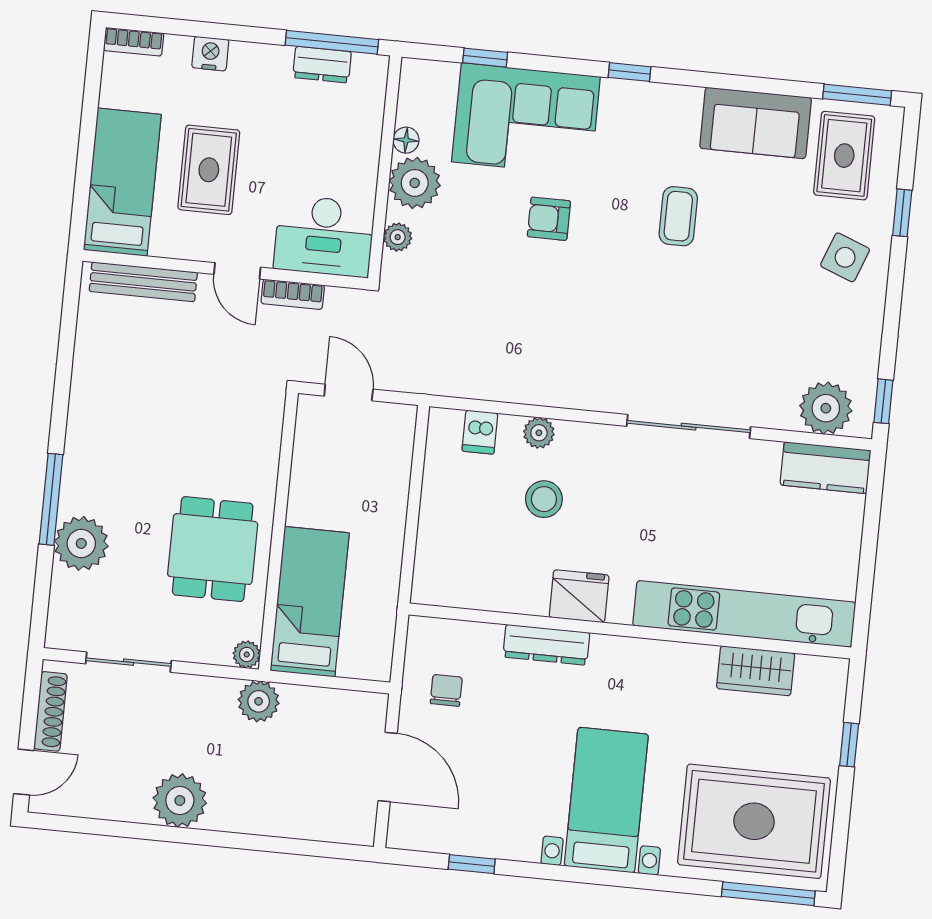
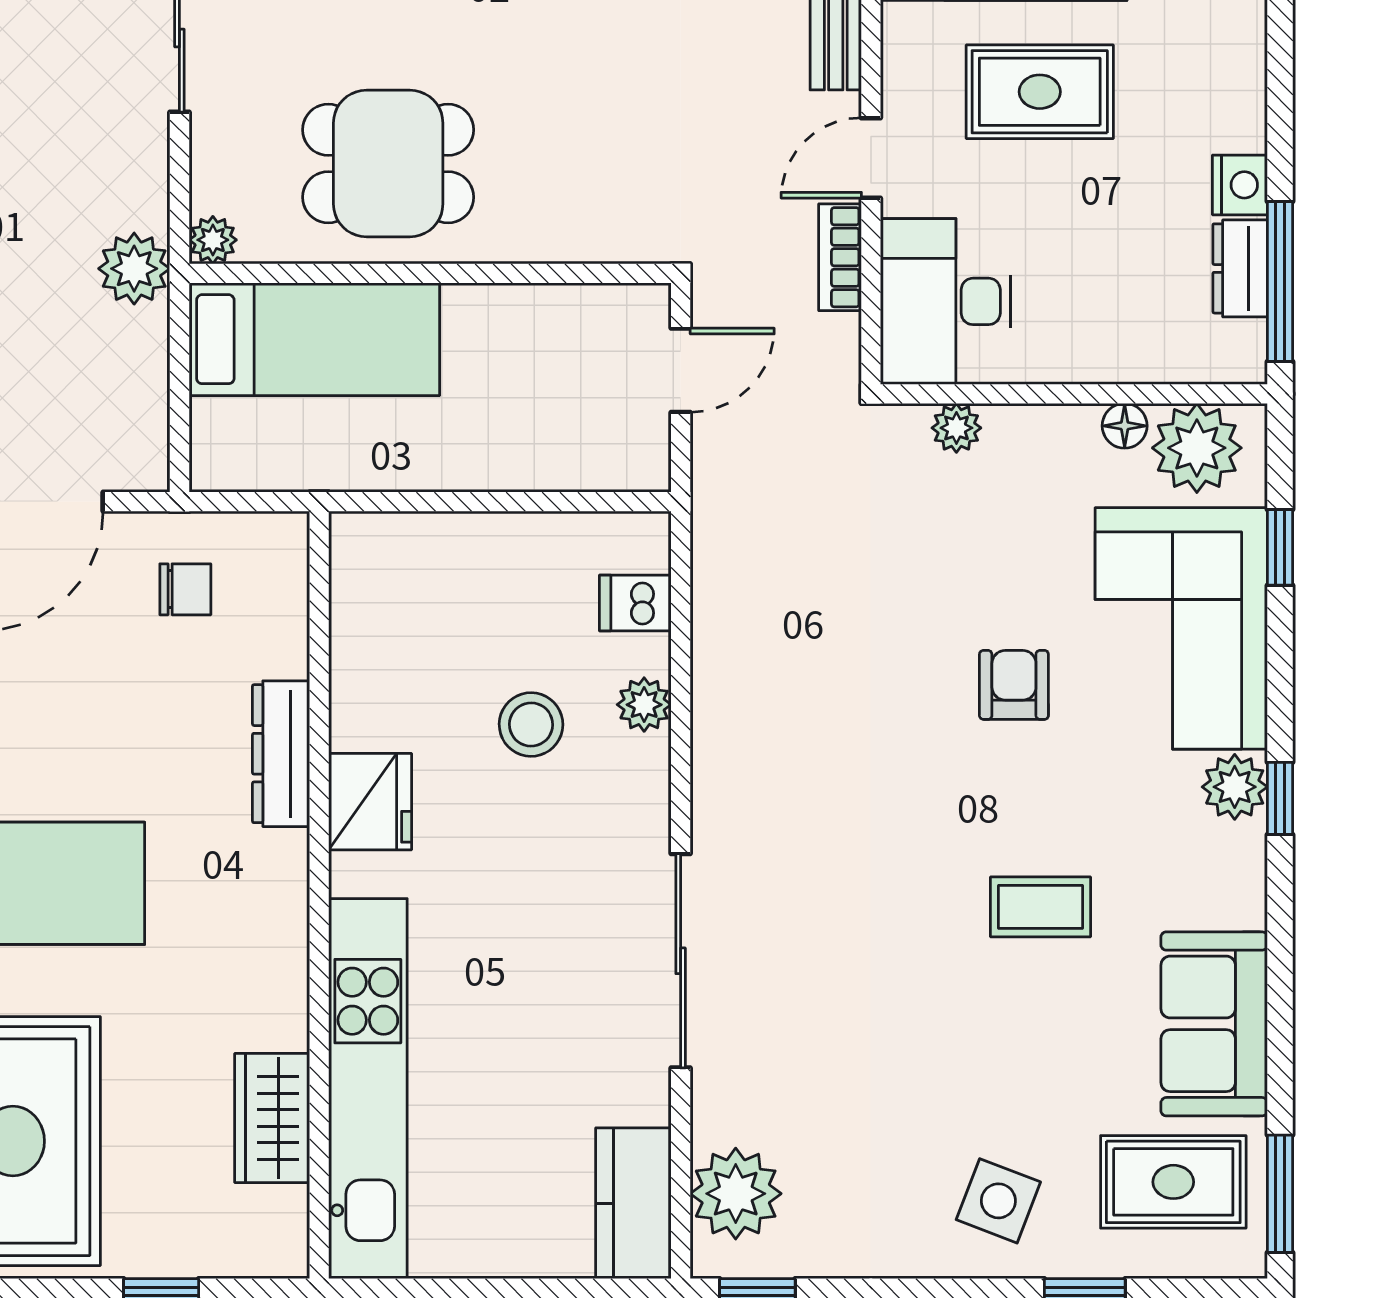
nightstand: (210, 54) -> (1240, 185), moved
plant: (620, 97) -> (1235, 787), added
plant: (415, 183) -> (1197, 448), moved

